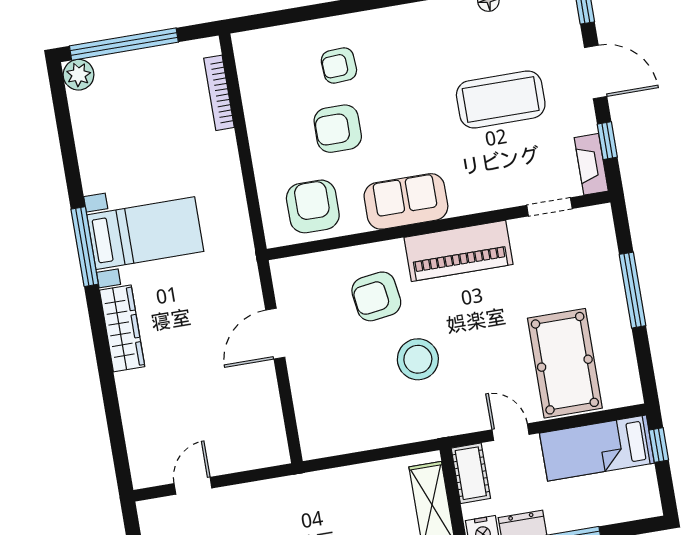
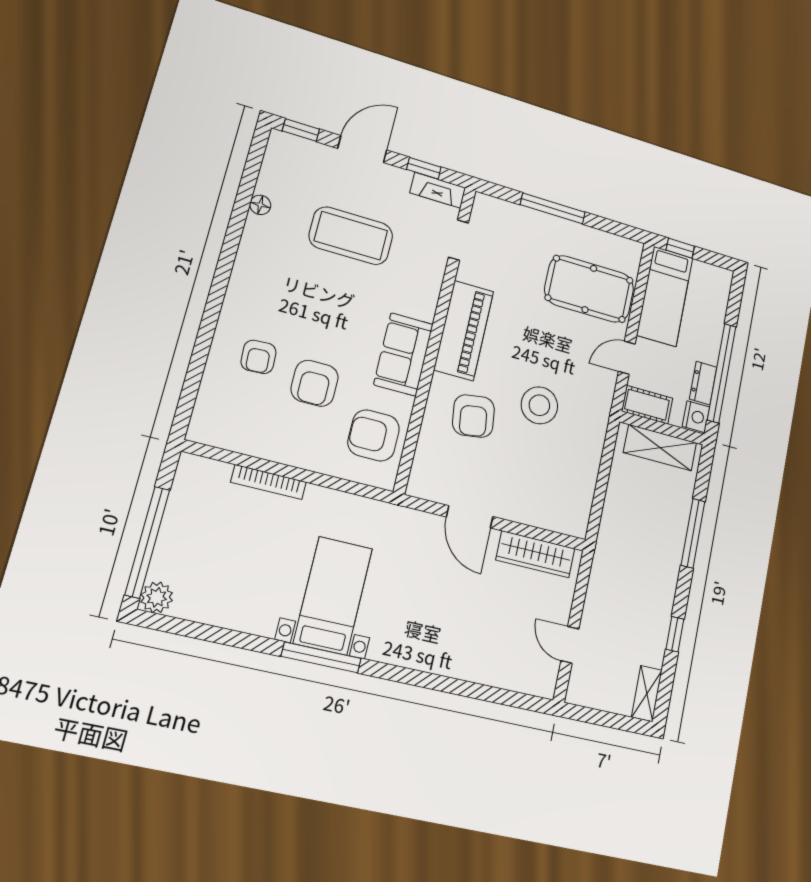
bookcase: (219, 93) -> (269, 482), moved
coffee table: (501, 99) -> (351, 236), turned 90
wardrobe: (122, 328) -> (535, 554), moved, turned 180

